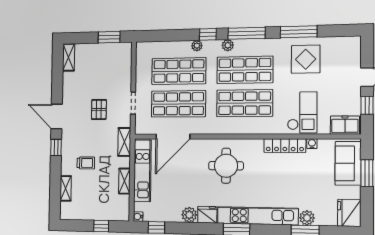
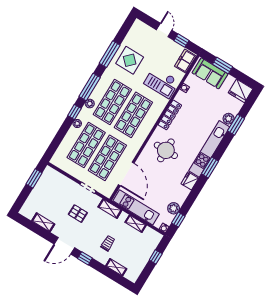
shelving: (69, 57) -> (43, 222), moved
checkout: (302, 112) -> (162, 82), turned 180
locker: (285, 146) -> (170, 115), moved
plant: (189, 215) -> (174, 208), moved

